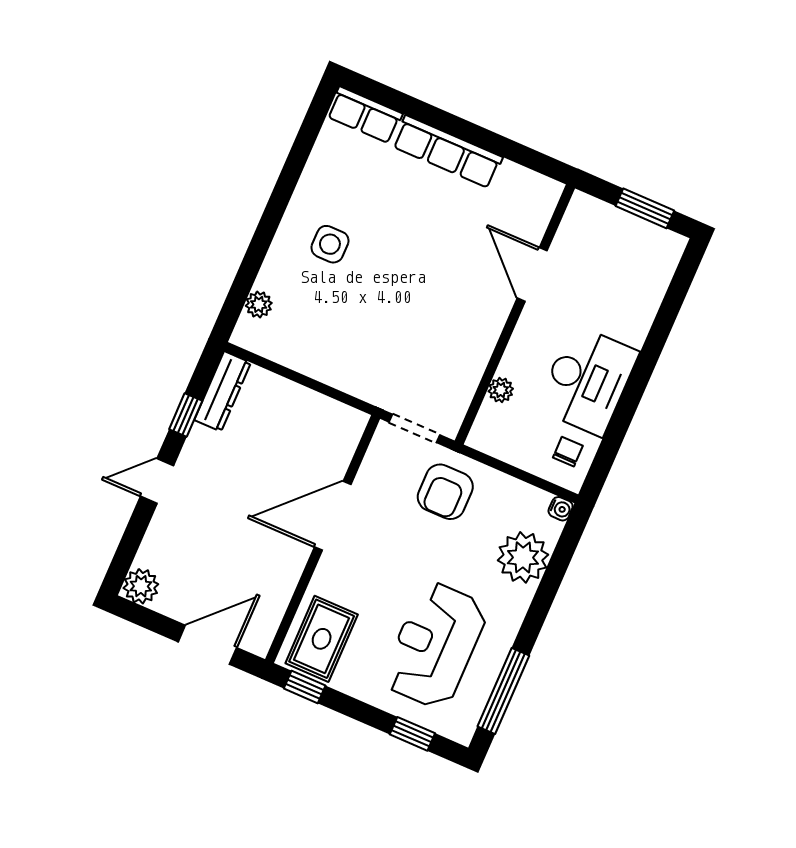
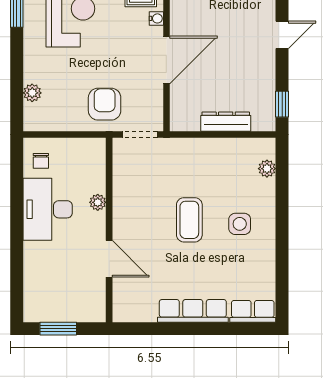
coffee table: (397, 280) -> (189, 220), added
plant: (501, 390) -> (98, 202), moved
dresser: (223, 391) -> (226, 122), moved, turned 90
window: (186, 415) -> (282, 104), moved
water cooler: (561, 509) -> (156, 18), moved, turned 180
plant: (523, 557) -> (32, 93), width x0.53, depth x0.53

